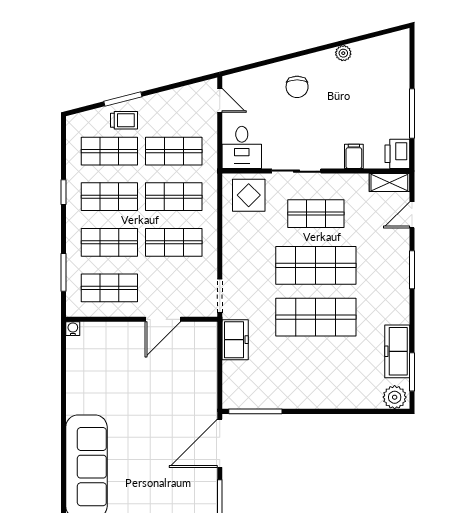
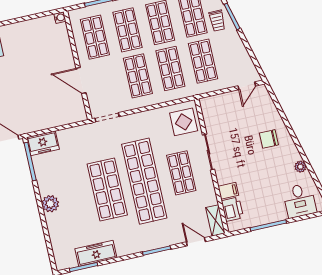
desk: (242, 147) -> (300, 201), moved, turned -90
printer: (397, 154) -> (232, 209), moved, turned 90
shop shelf: (316, 265) -> (144, 181), width x1.40
freezer: (235, 340) -> (43, 143), moved
plant: (395, 397) -> (50, 204), moved

